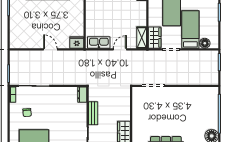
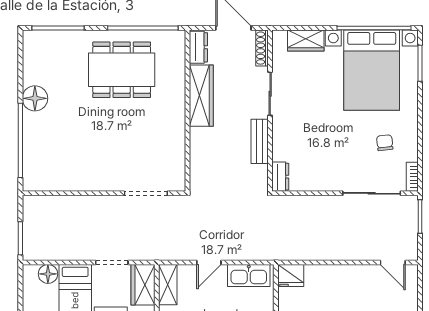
door: (50, 49) -> (393, 262), moved

